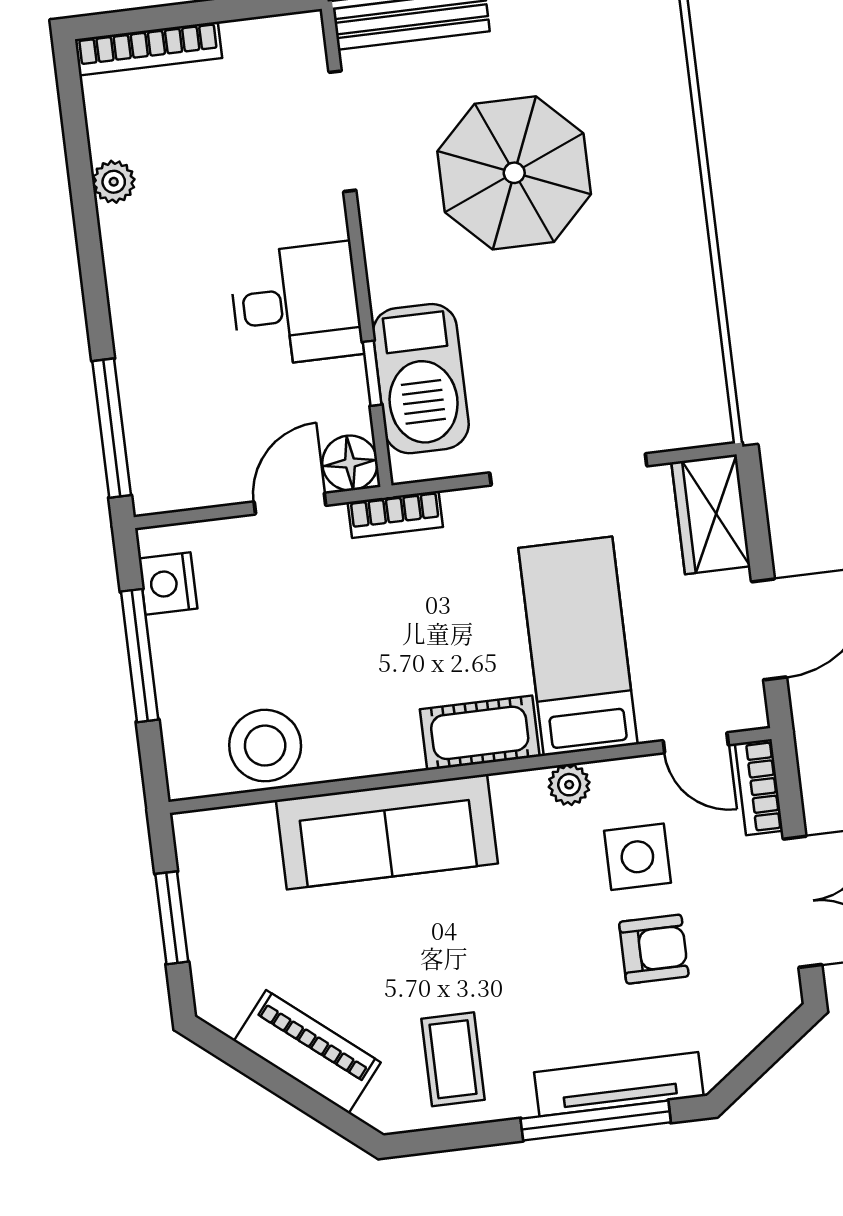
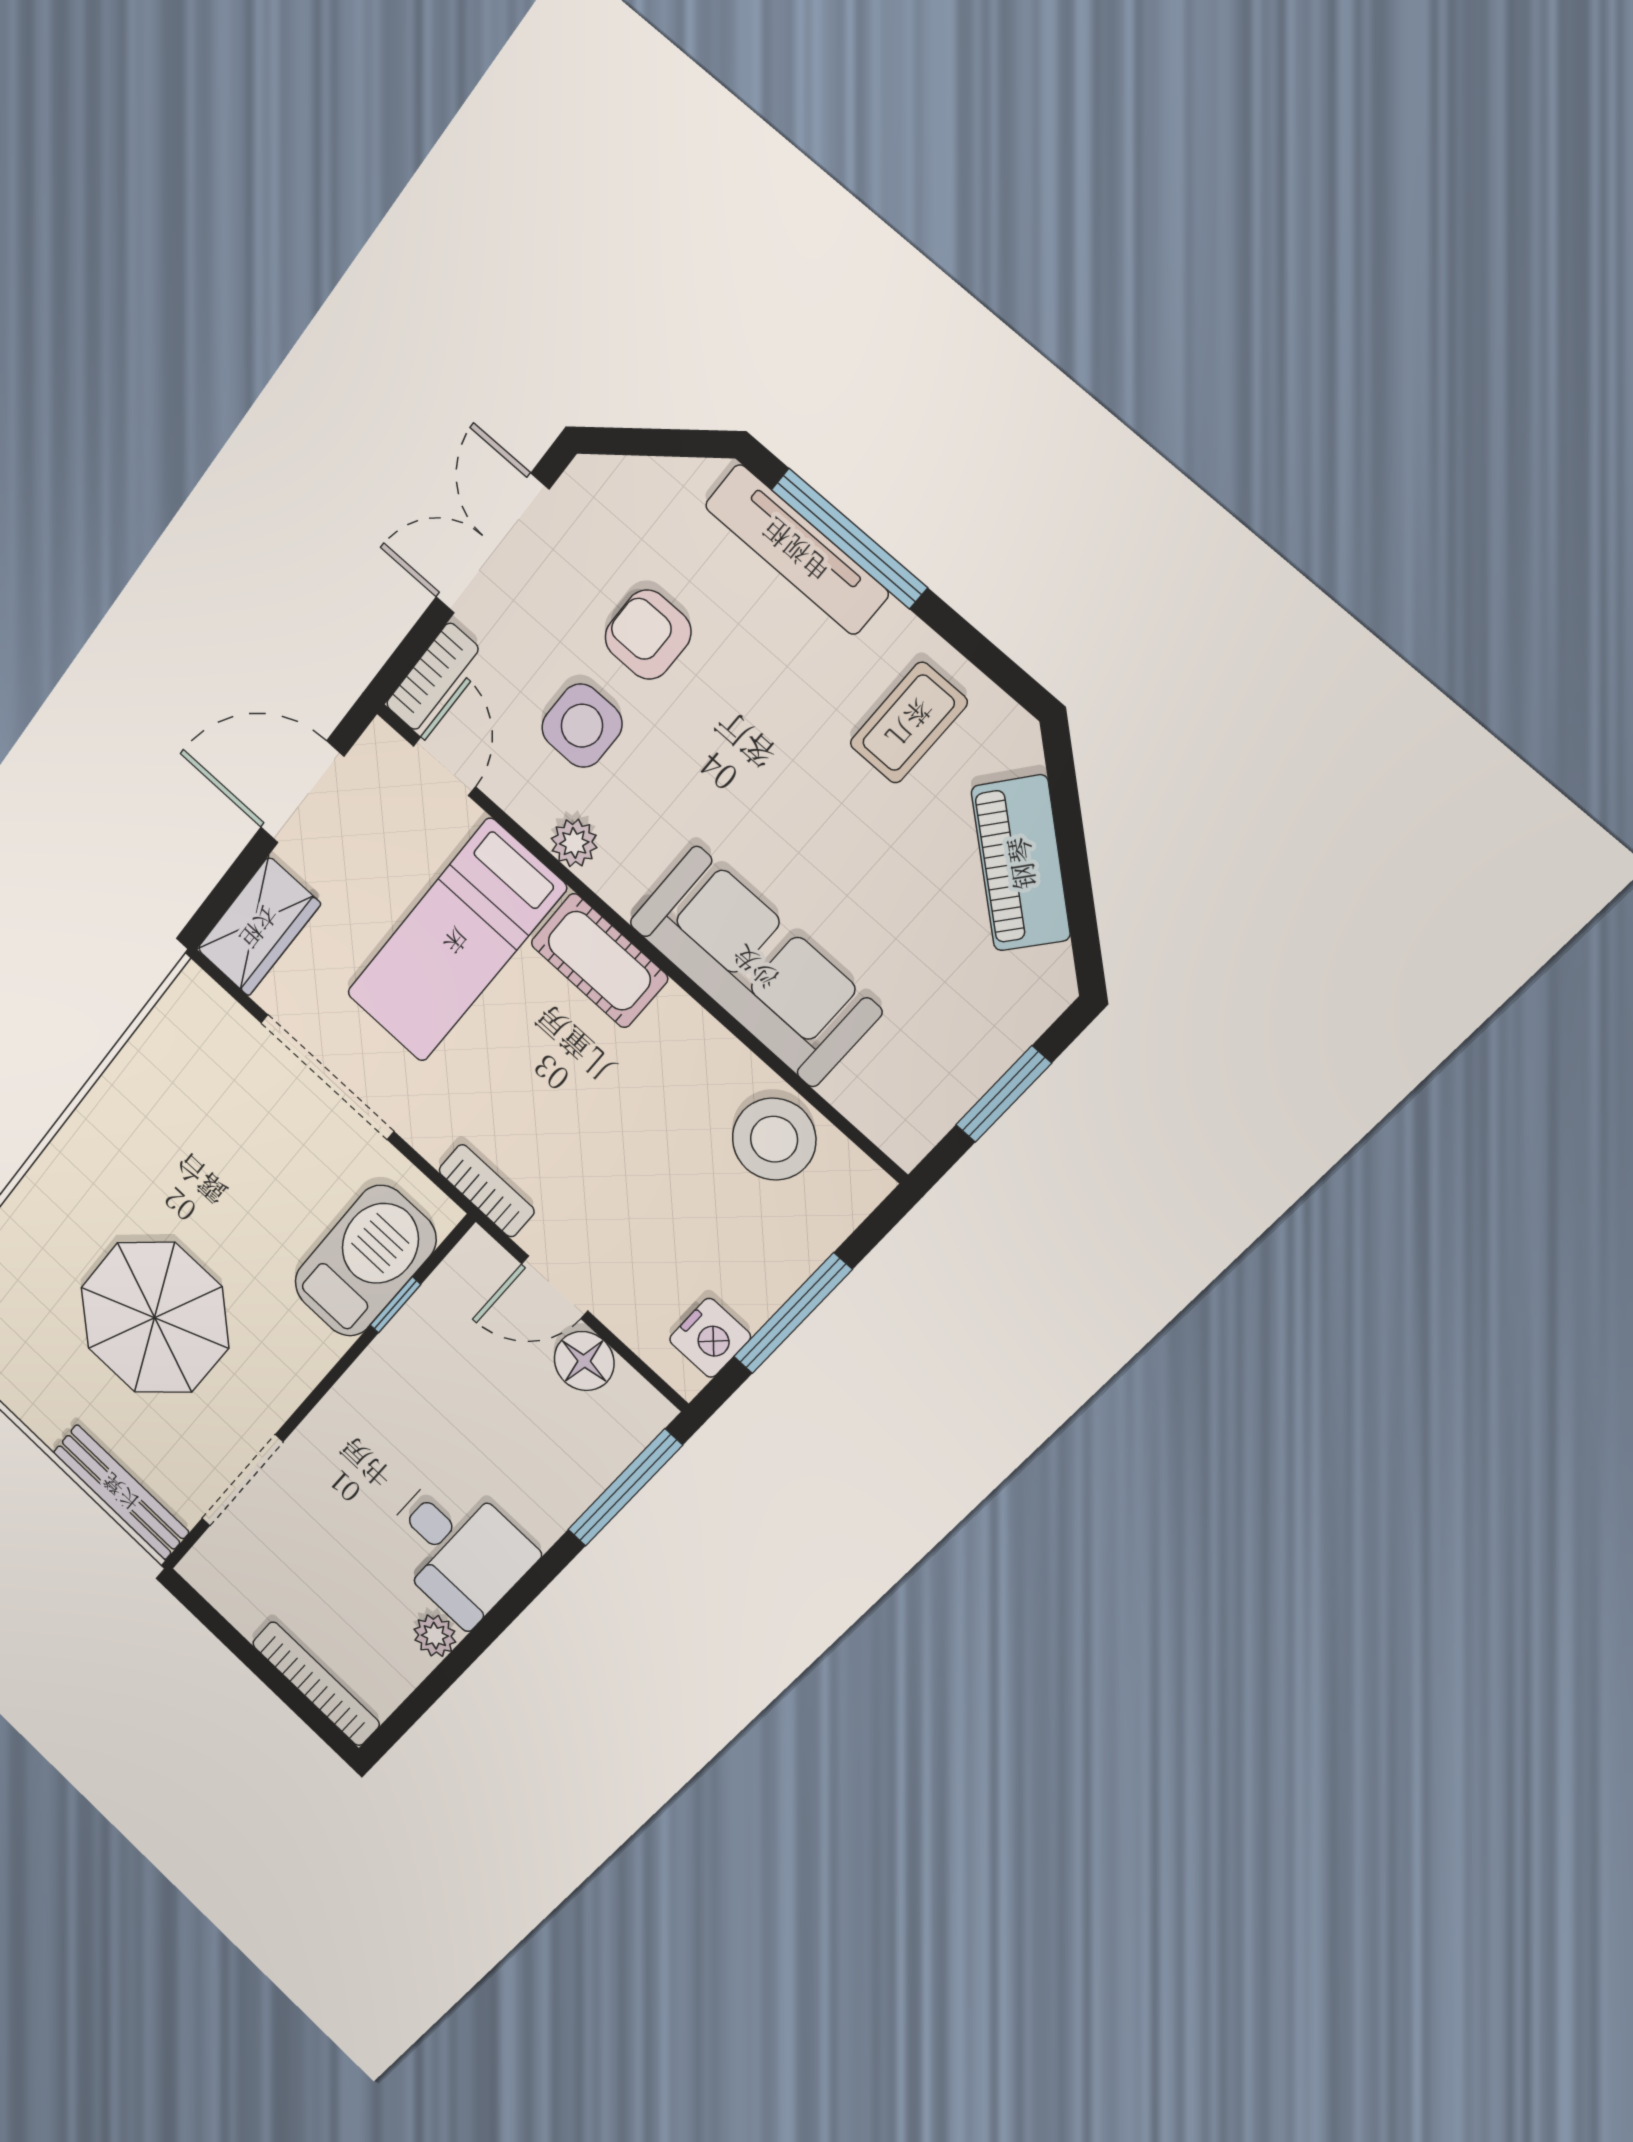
desk: (296, 304) -> (457, 1548), moved, turned 180
floor lamp: (350, 463) -> (584, 1361), moved

